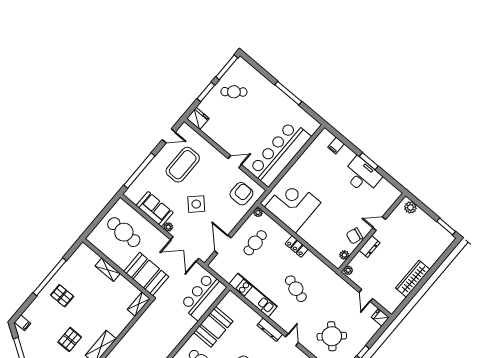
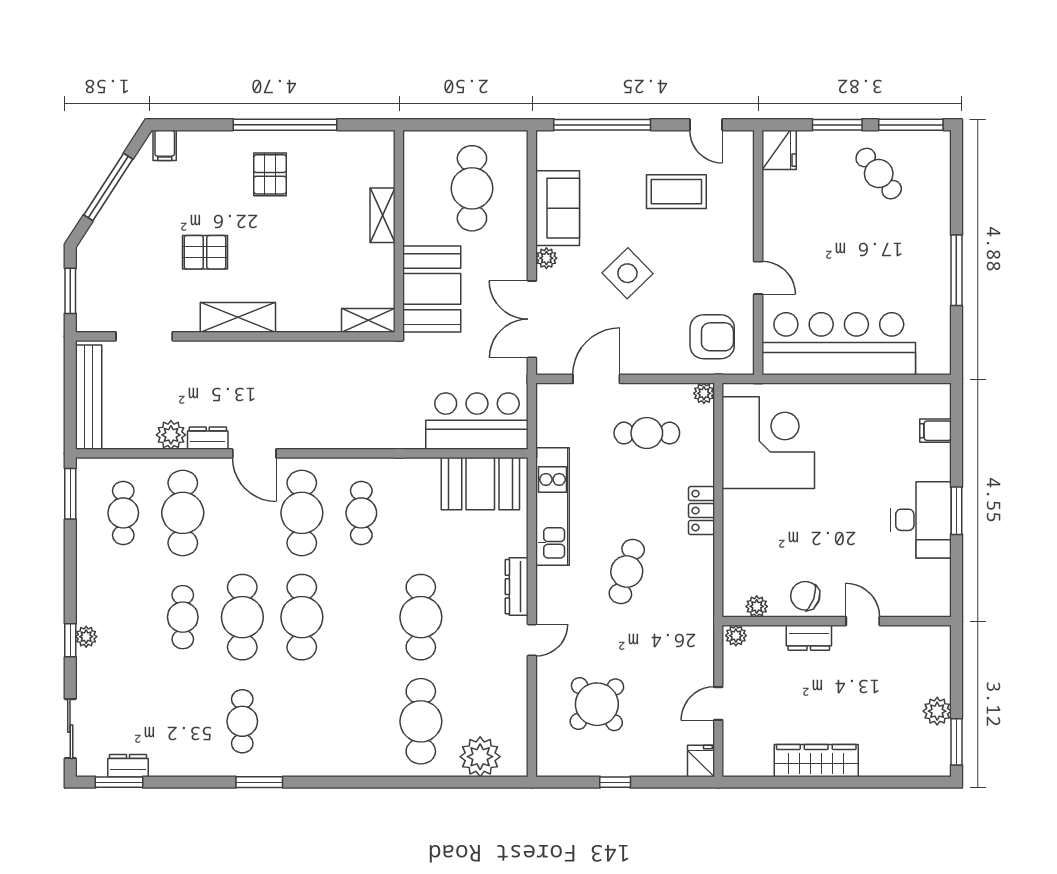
coffee table: (183, 165) -> (676, 192), width x0.73, depth x0.76
plant: (410, 207) -> (937, 711), moved
booth: (213, 327) -> (480, 484), moved

